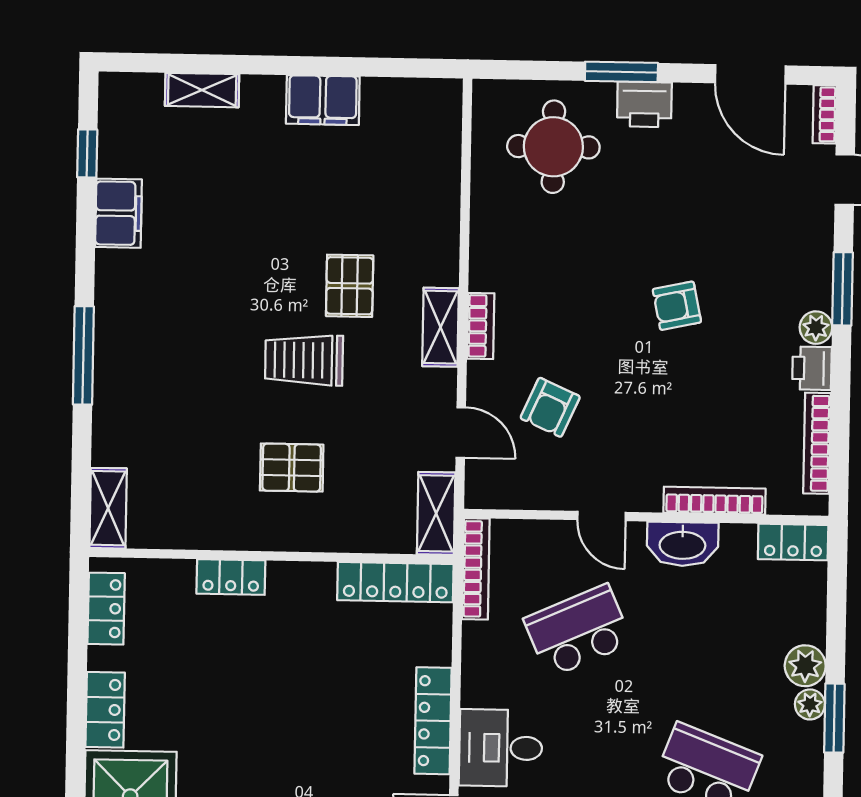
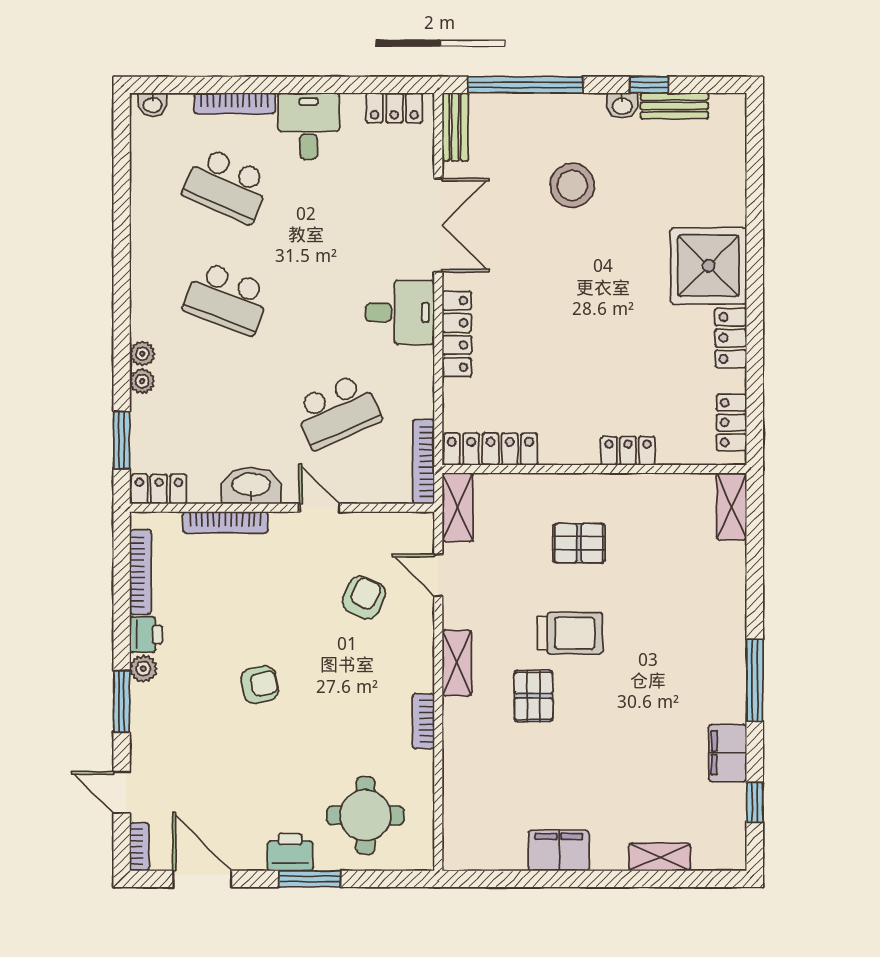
bookcase: (481, 326) -> (423, 721), moved
window: (83, 355) -> (755, 680), moved
plant: (805, 666) -> (142, 381), width x0.73, depth x0.73
window: (834, 718) -> (122, 440), moved

